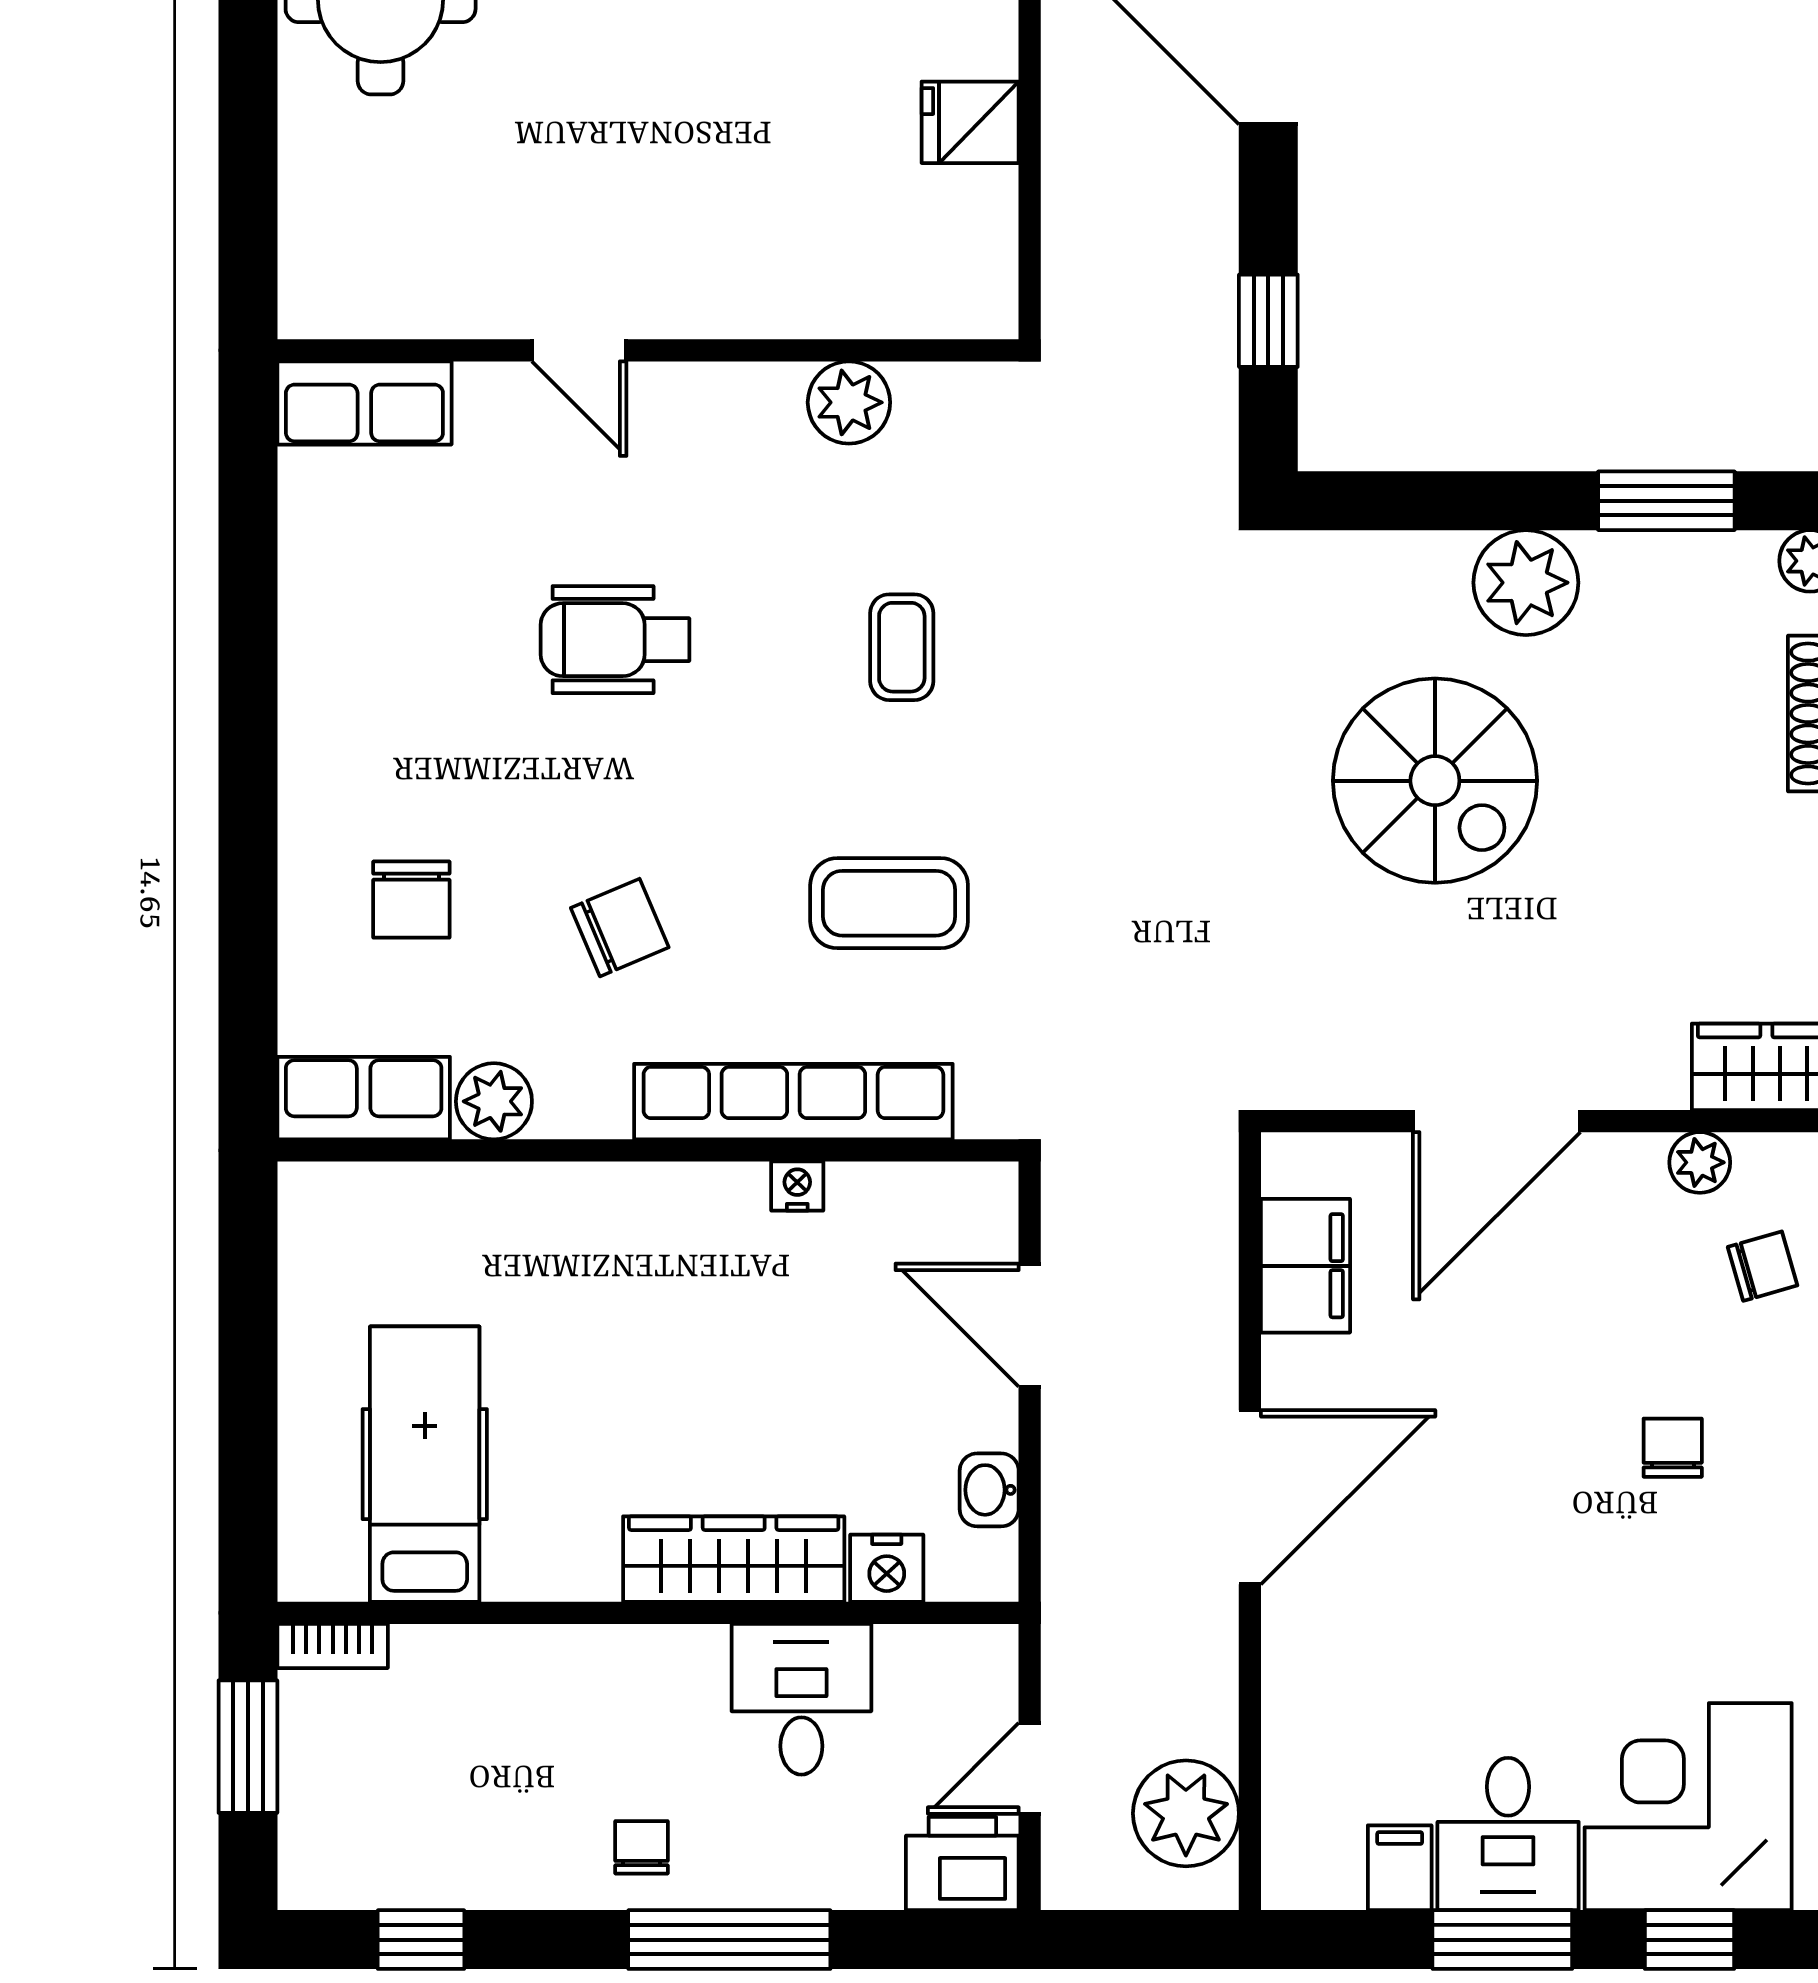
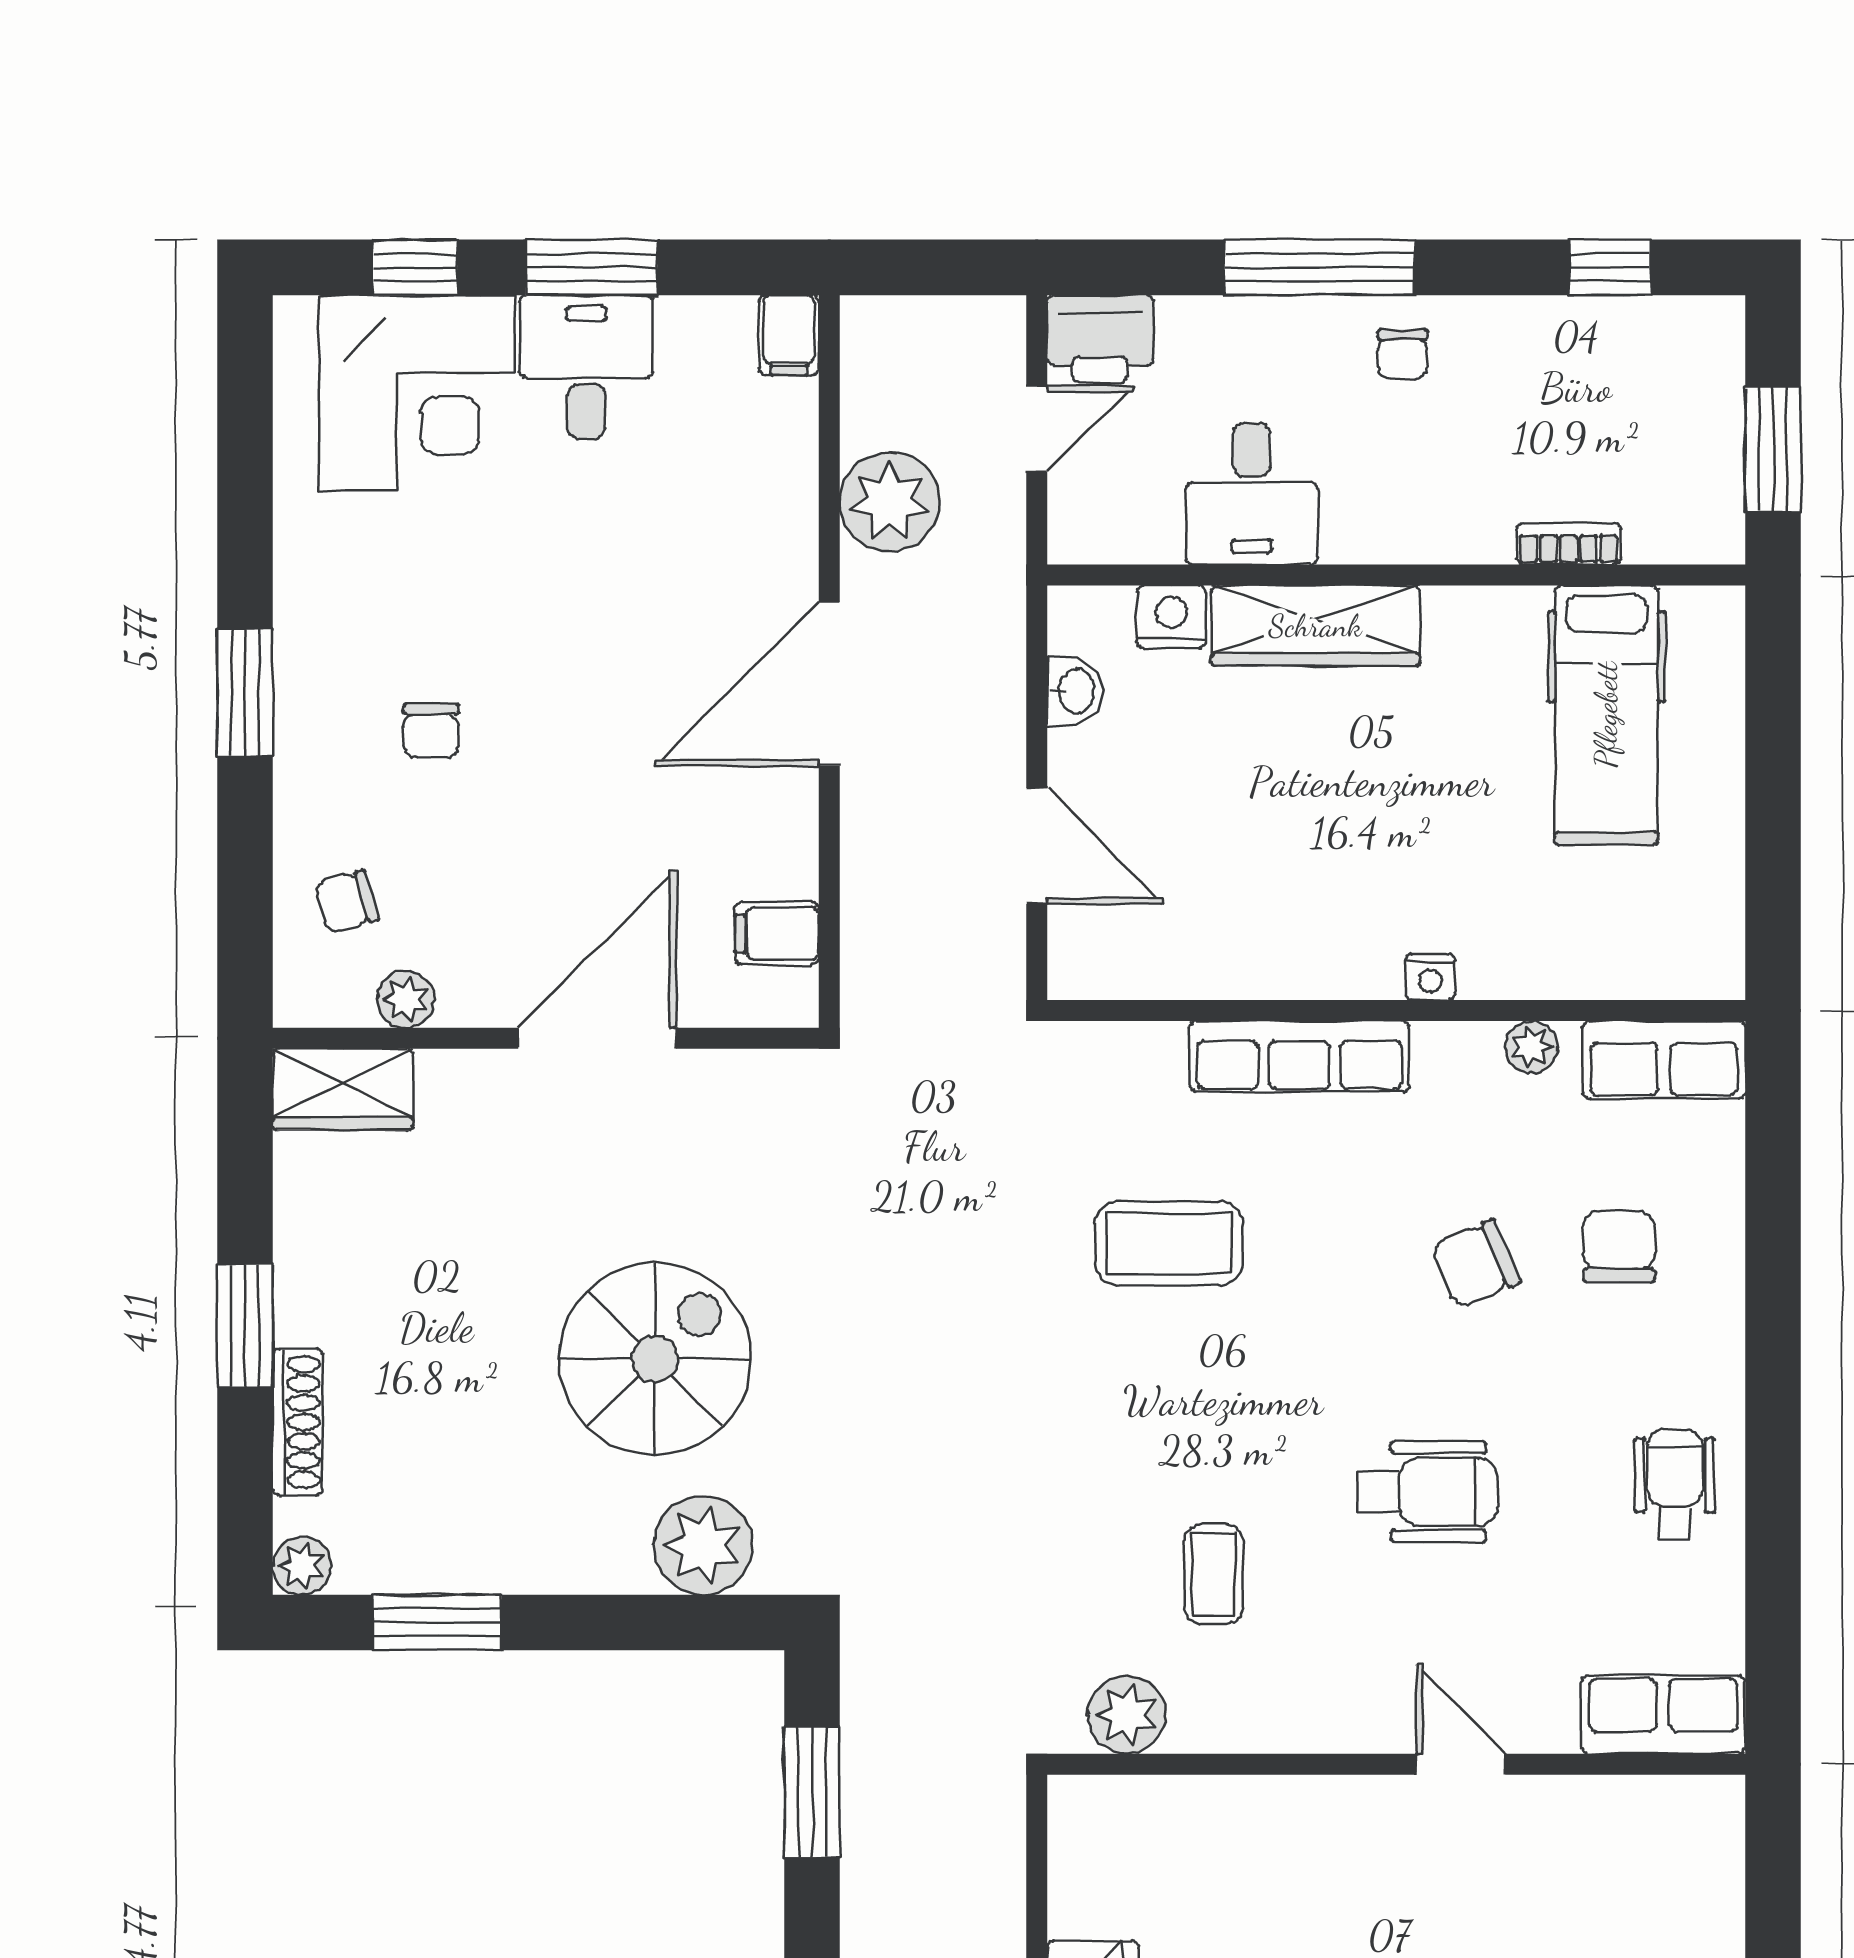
window: (1268, 321) -> (812, 1792), width x1.50
plant: (849, 402) -> (1127, 1715), moved
plant: (1526, 583) -> (703, 1545), moved
coffee table: (902, 647) -> (1214, 1574), moved
wheelchair: (352, 648) -> (1675, 1484), added
spiral stairs: (1435, 781) -> (655, 1359), turned 90
chair: (620, 928) -> (1476, 1264), moved
plant: (494, 1101) -> (1532, 1047), width x0.73, depth x0.73
row of seats: (793, 1102) -> (1299, 1057), width x0.73
nightstand: (797, 1186) -> (1430, 977), moved
filing cabinet: (1306, 1266) -> (777, 933), width x0.50
bookcase: (333, 1646) -> (1568, 544), moved
plant: (1186, 1813) -> (890, 502), moved
filing cabinet: (1400, 1868) -> (789, 335), moved

